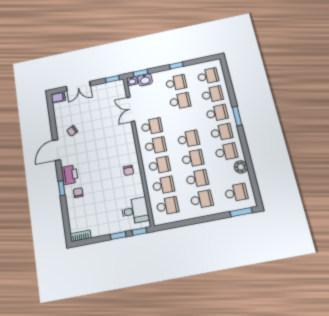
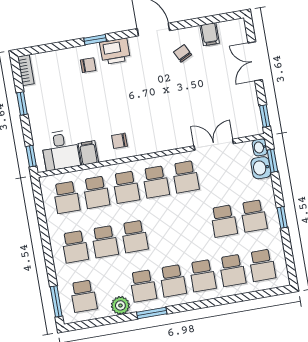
filing cabinet: (58, 97) -> (210, 34), moved
window: (237, 116) -> (152, 313), moved
school desk: (188, 139) -> (164, 231), removed
filing cabinet: (137, 191) -> (88, 153), added
window: (118, 236) -> (22, 103), moved

